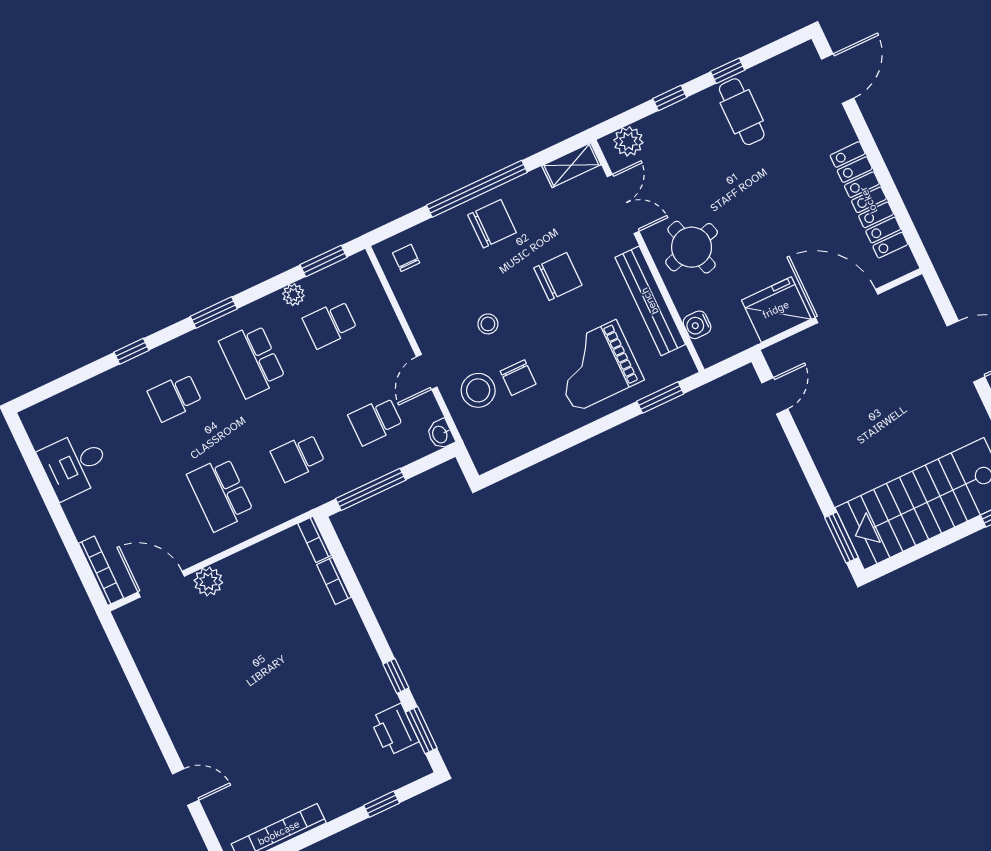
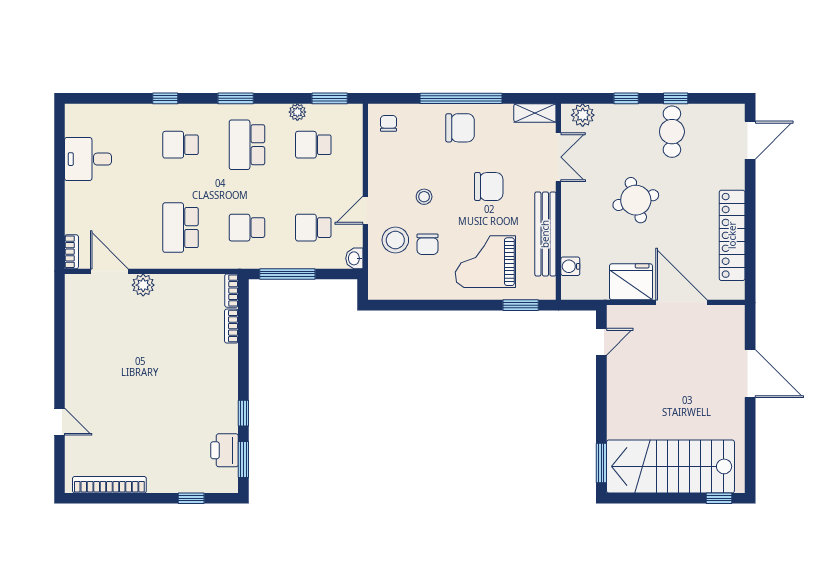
round table: (692, 247) -> (636, 200), moved
bookcase: (101, 571) -> (71, 252), width x0.64

